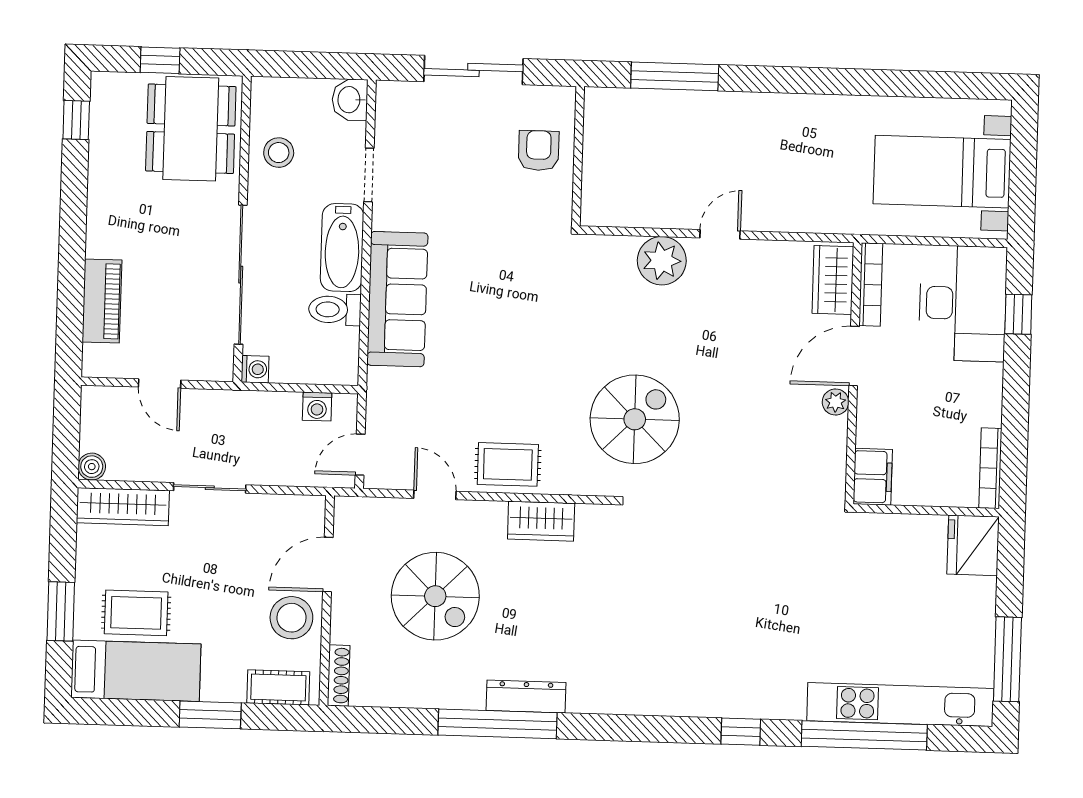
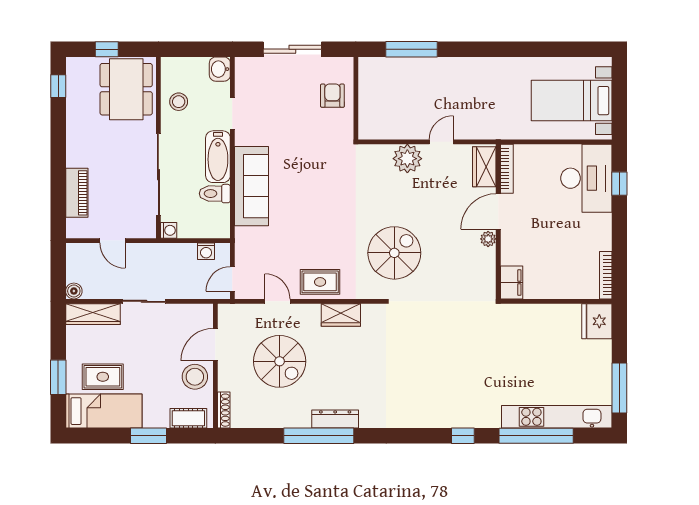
wardrobe: (833, 280) -> (484, 167), moved
bookcase: (871, 284) -> (507, 169), moved
door: (854, 356) -> (498, 211), moved
wall: (853, 373) -> (498, 222), moved
plant: (836, 402) -> (488, 239), moved
filing cabinet: (873, 477) -> (512, 283), moved

